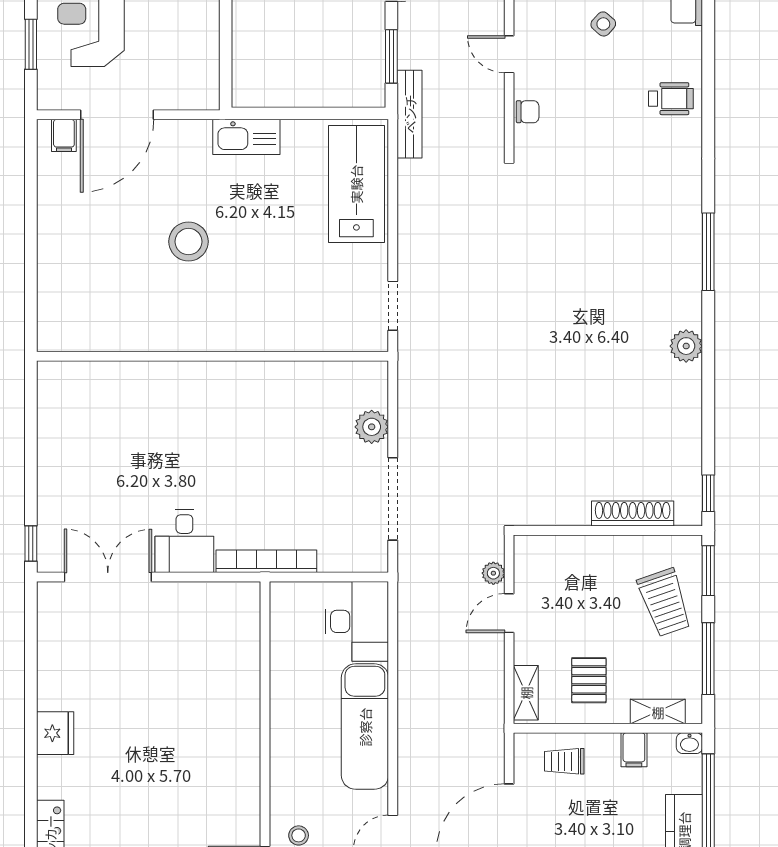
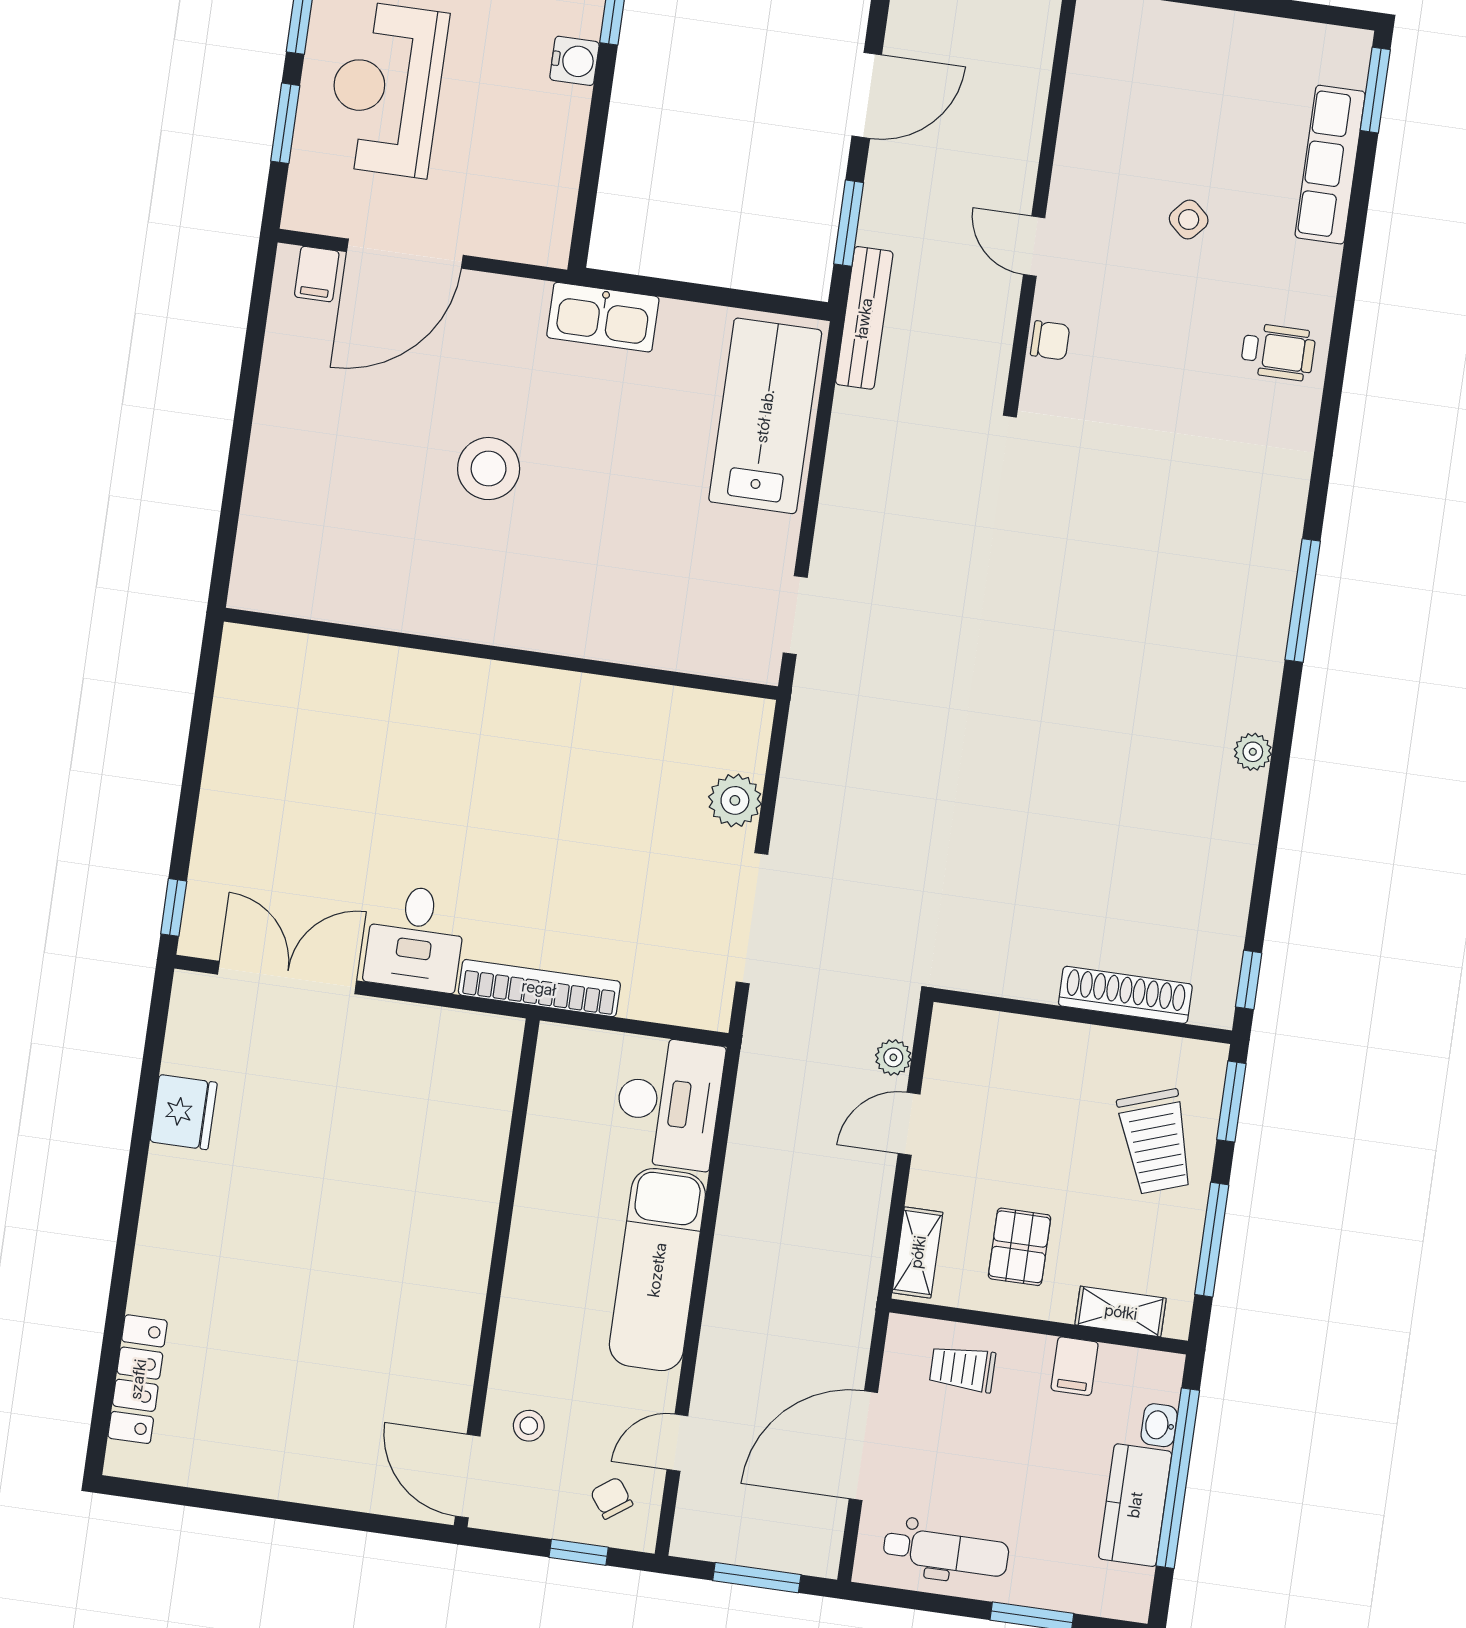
plant: (686, 346) -> (1253, 752), width x0.73, depth x0.73
fridge: (55, 733) -> (184, 1112), moved
washbasin: (689, 743) -> (1159, 1425), moved, turned 90

